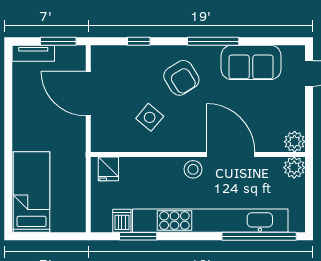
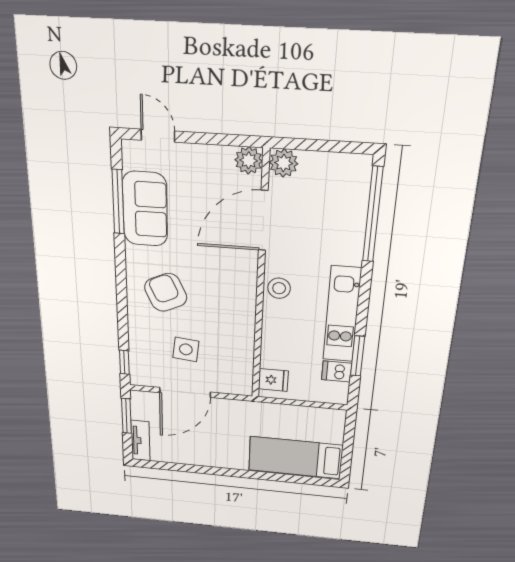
window: (139, 41) -> (124, 362), moved
window: (213, 41) -> (118, 202), moved
armchair: (181, 78) -> (166, 292), turned -83
side table: (150, 117) -> (186, 349), moved, turned -34
door: (231, 154) -> (263, 221), moved
kitchen unit: (210, 221) -> (342, 315), width x0.54

